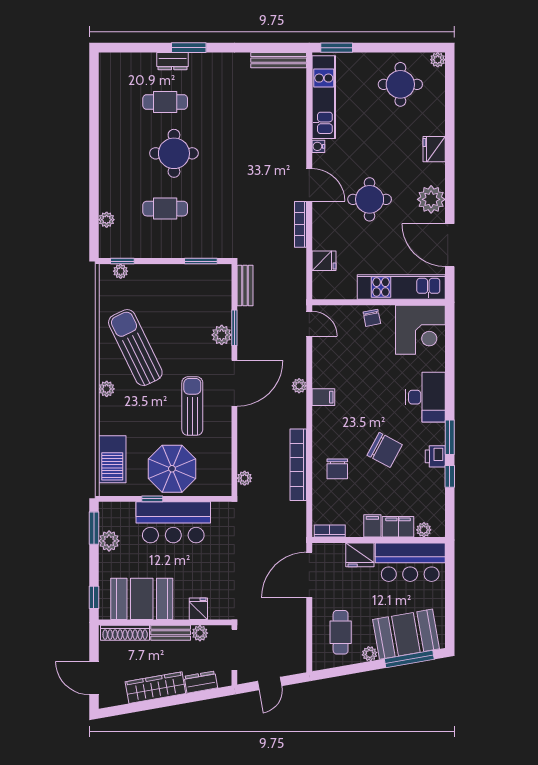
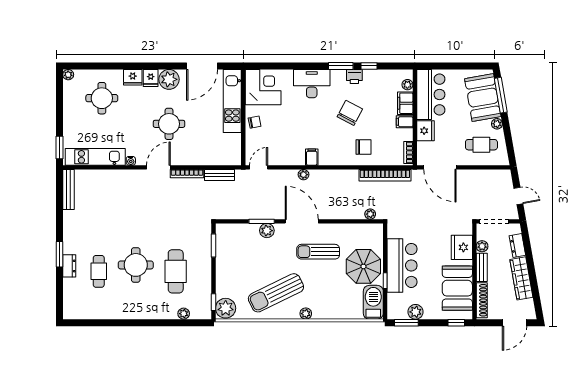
round table: (400, 84) -> (102, 98), moved
cafe table: (165, 209) -> (176, 271), width x1.37, depth x1.35
fridge: (324, 261) -> (151, 78), moved, turned 180
plant: (121, 271) -> (226, 308), width x1.87, depth x1.87
bench: (245, 286) -> (220, 175), moved
barbecue: (112, 459) -> (373, 302), moved, turned -90
bookcase: (298, 465) -> (385, 175), moved
fridge: (198, 609) -> (462, 247), width x1.88, depth x1.34

